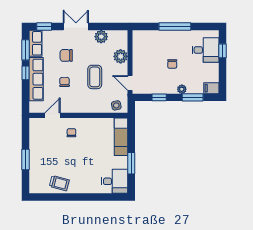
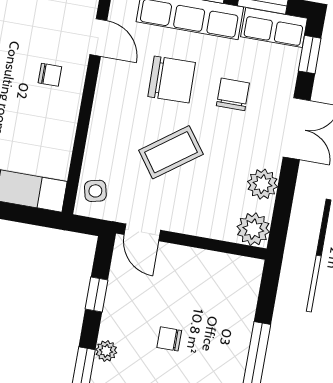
plant: (121, 56) -> (253, 229), moved
coffee table: (95, 77) -> (171, 152), turned -36
chair: (65, 82) -> (172, 79), width x1.87, depth x1.87
door: (130, 83) -> (142, 232), swing flipped

